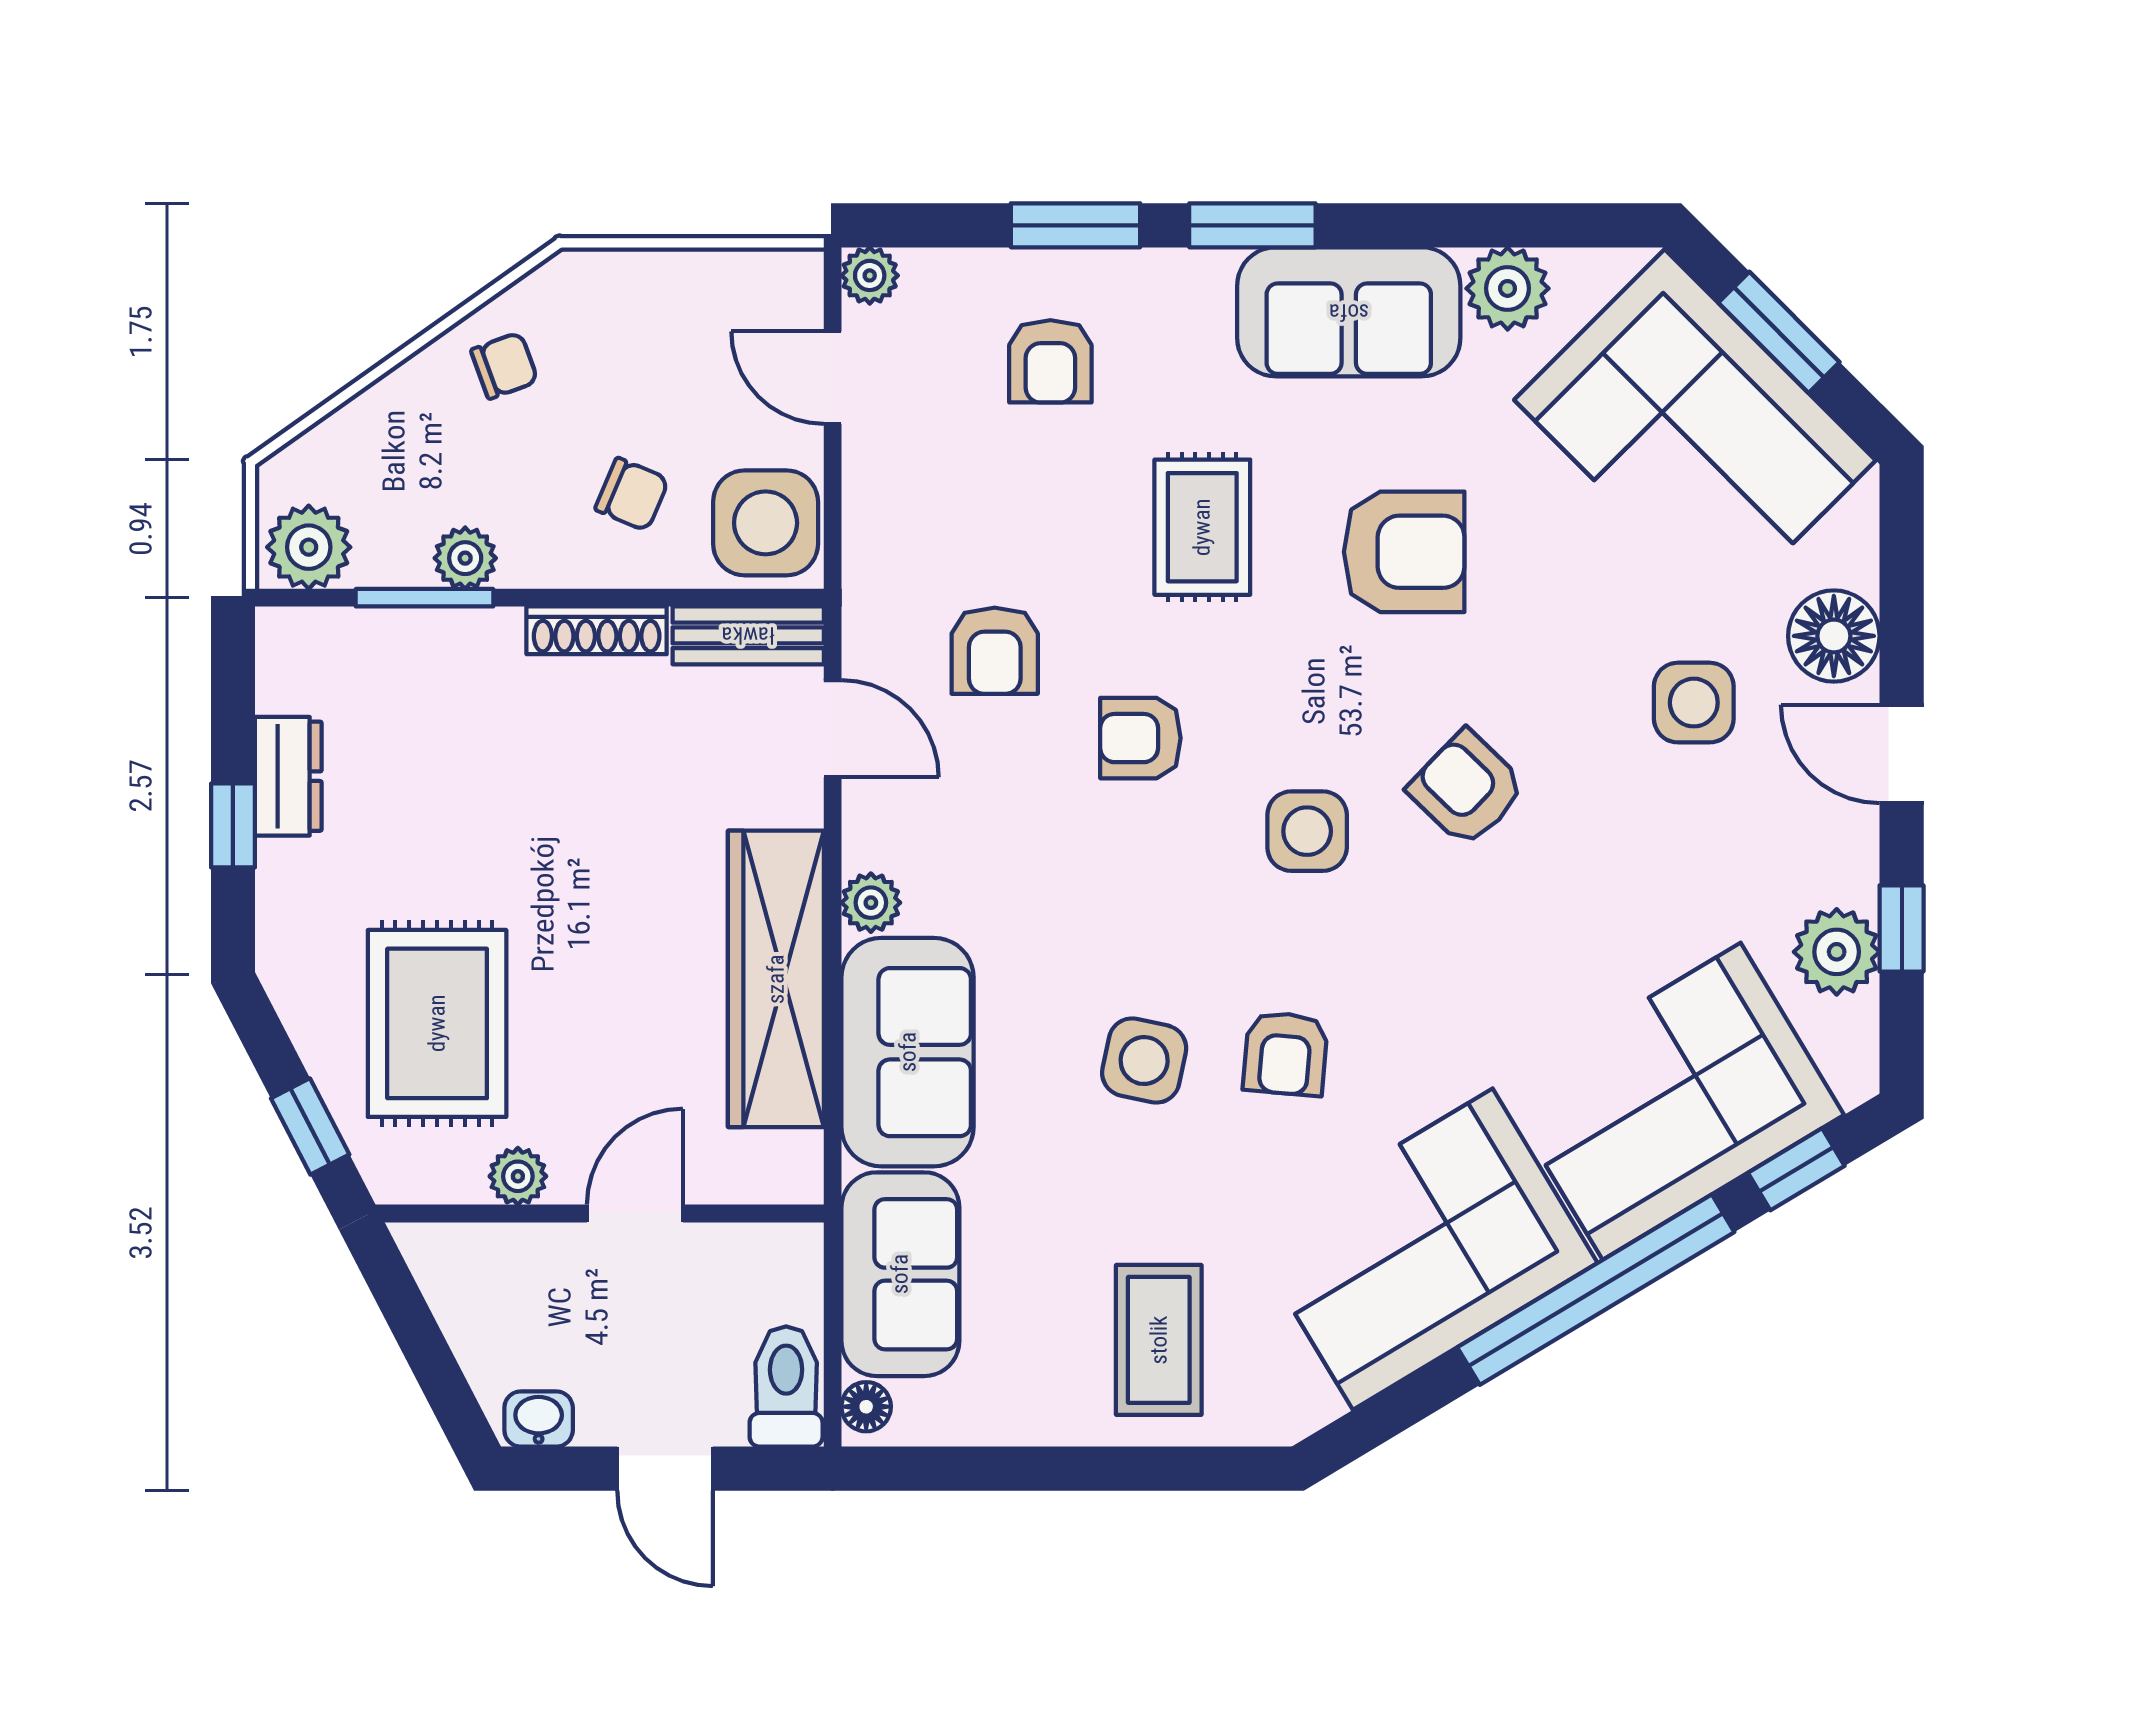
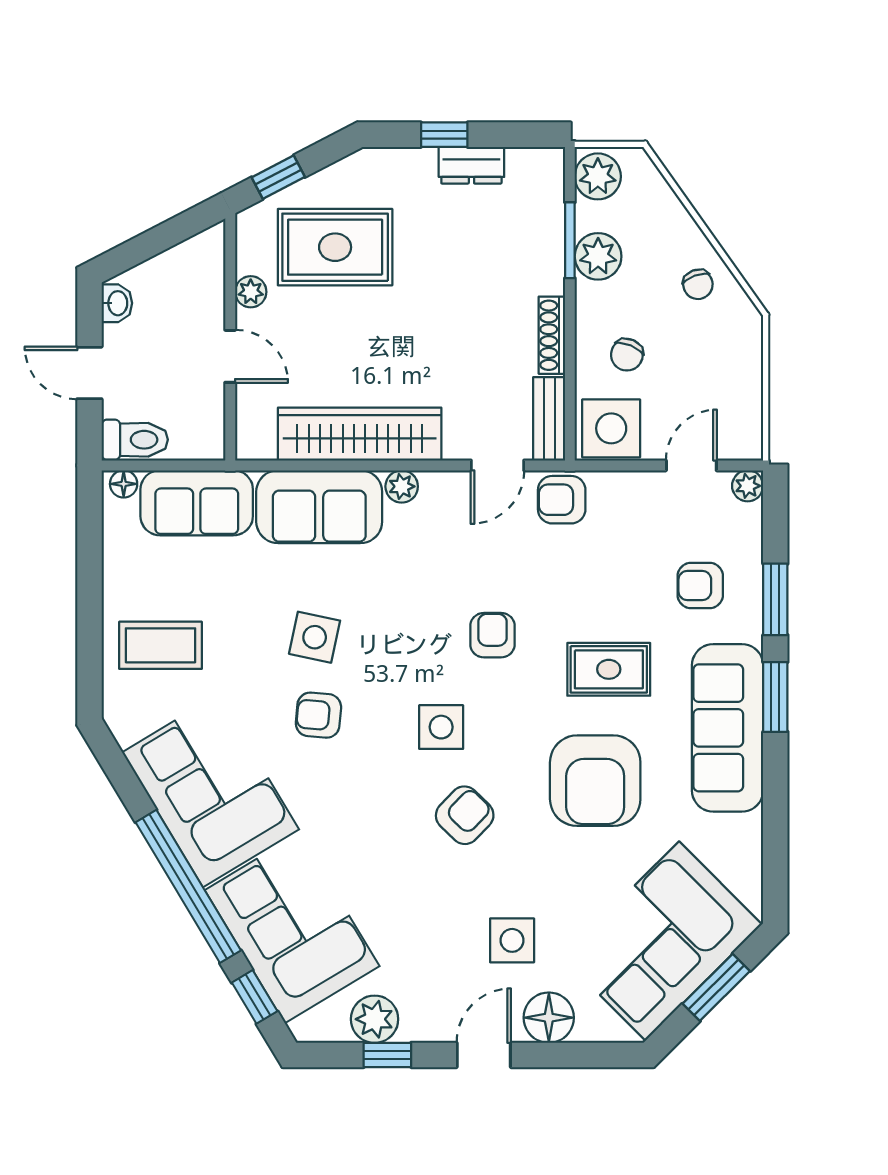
plant: (1508, 288) -> (740, 838), removed
sofa: (1349, 312) -> (728, 728), width x1.36
armchair: (1404, 552) -> (595, 781), width x1.36, depth x1.36
plant: (465, 558) -> (598, 256), width x1.38, depth x1.38
armchair: (995, 651) -> (562, 500), moved
door: (665, 1469) -> (89, 373), hinge flipped

